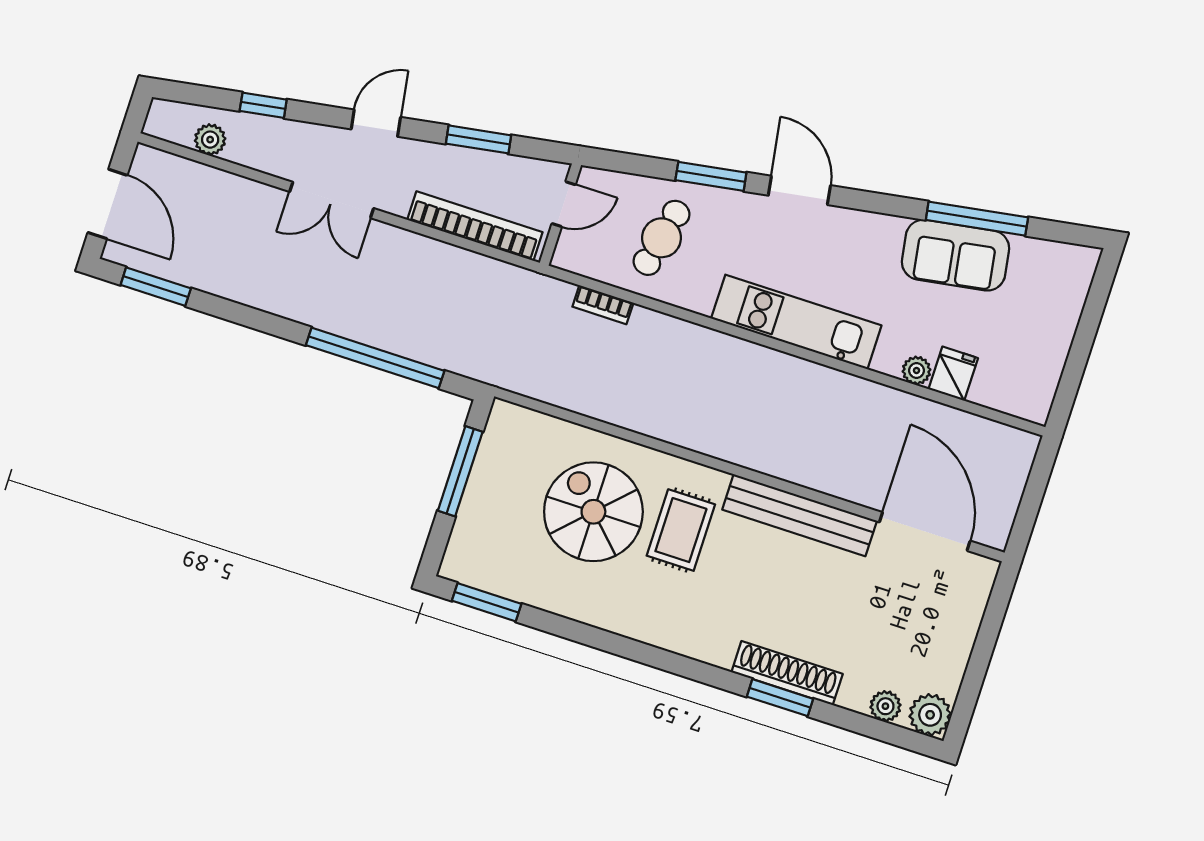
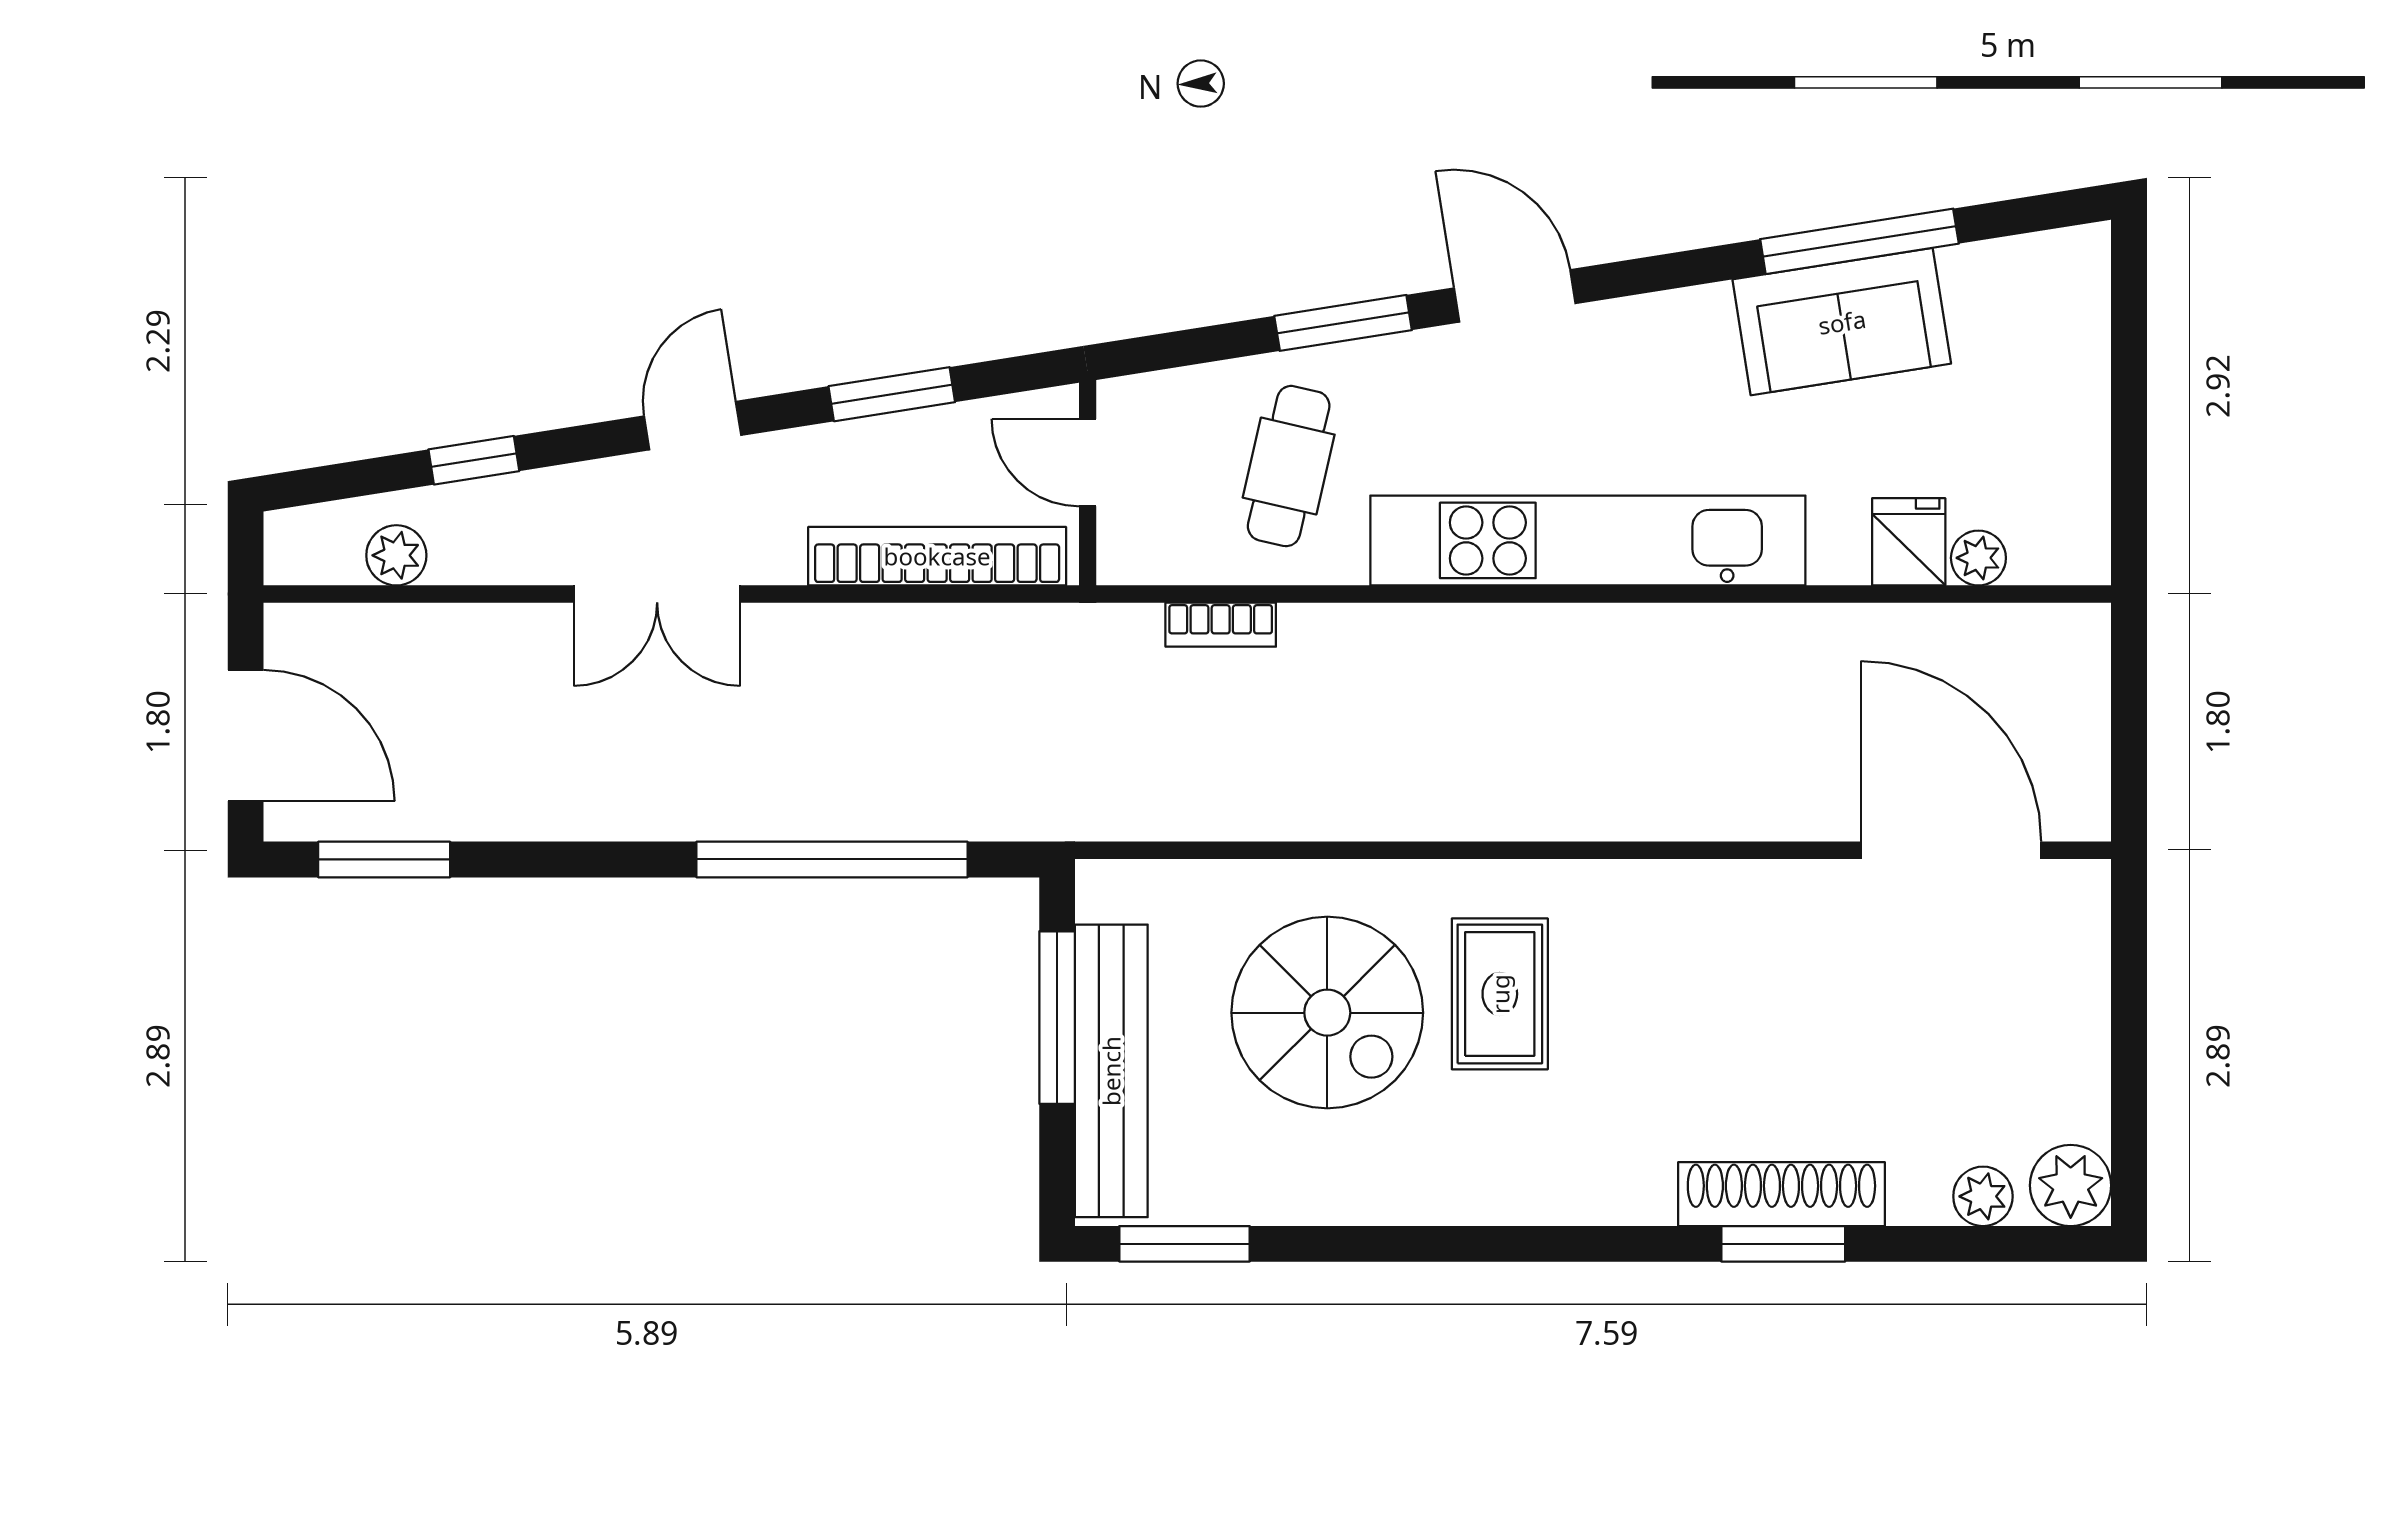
door: (564, 204) -> (1088, 463), swing flipped
kitchen unit: (796, 322) -> (1588, 540), width x1.36
plant: (917, 370) -> (1978, 558), moved
spiral stairs: (593, 512) -> (1327, 1013), turned 180
bench: (800, 515) -> (1111, 1071), moved, turned 90

